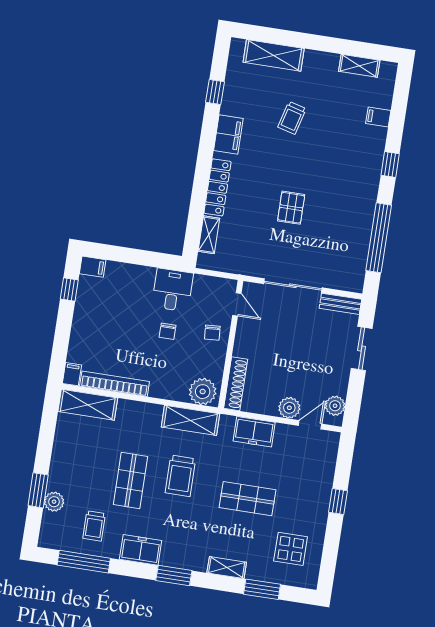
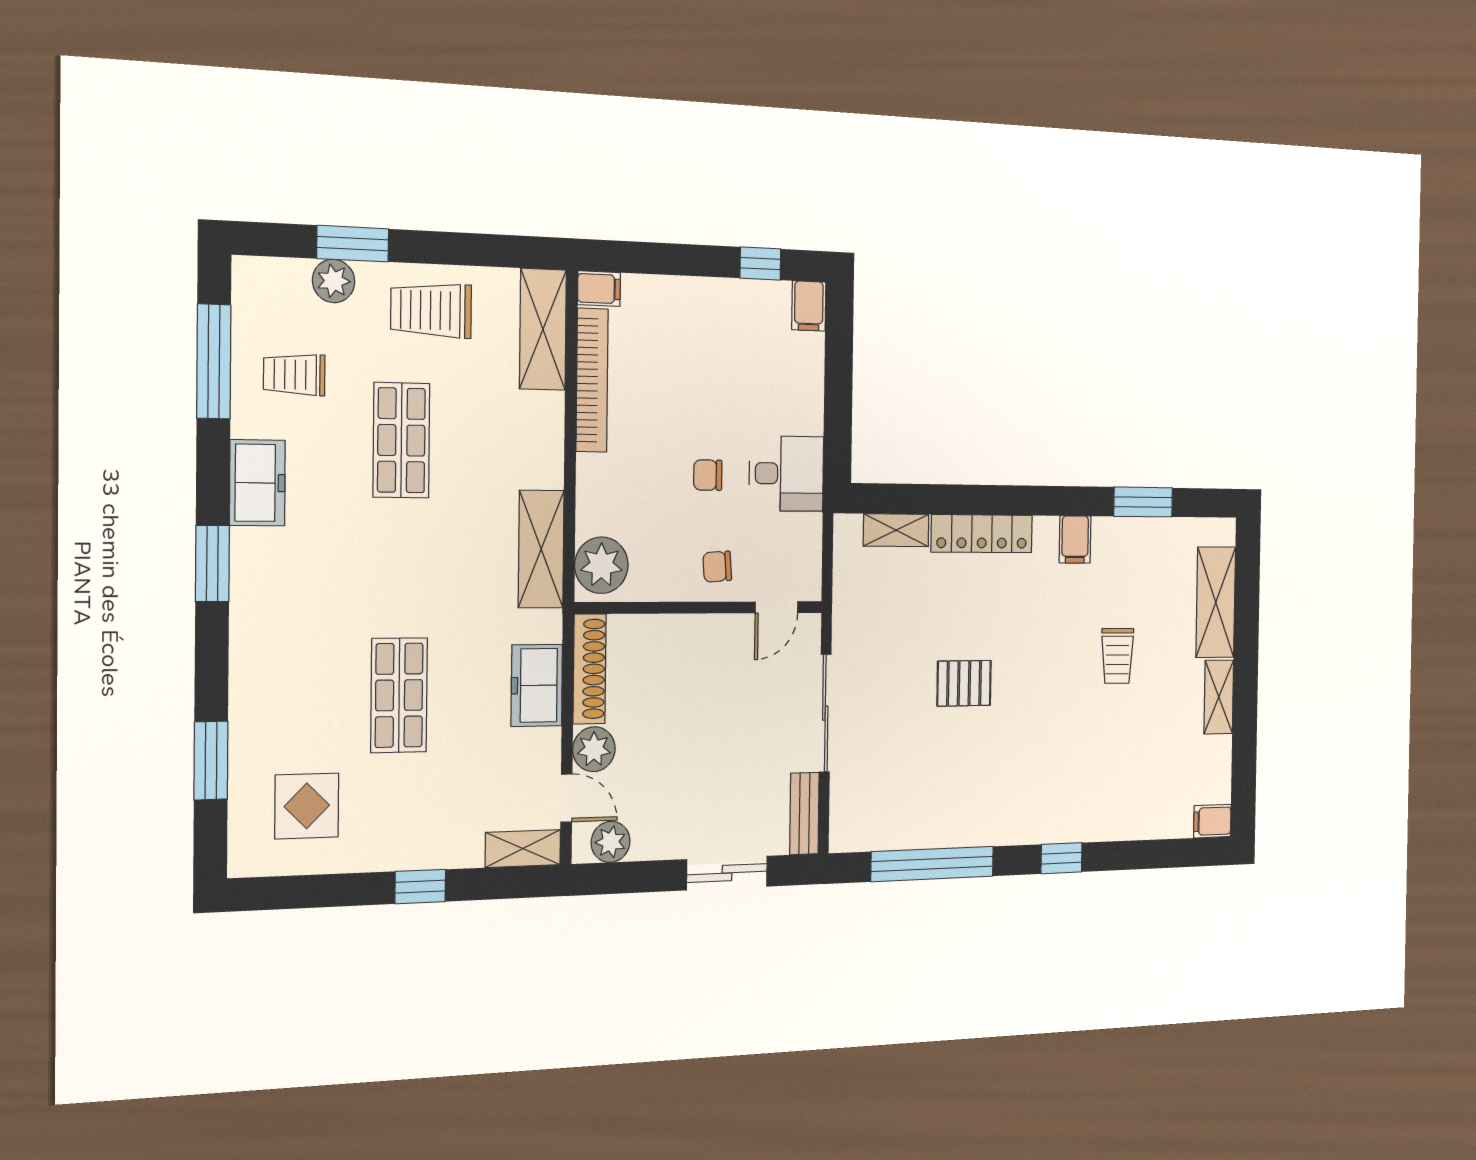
shelving: (359, 66) -> (1219, 697), moved
window: (215, 92) -> (1143, 502), width x1.50
filing cabinet: (378, 117) -> (1212, 821), moved, turned -90
trolley: (292, 118) -> (1117, 656), turned -105
filing cabinet: (228, 134) -> (1075, 539), width x0.50
shoe rack: (236, 384) -> (590, 669), moved, turned -90
trolley: (180, 476) -> (431, 310), moved
shop shelf: (130, 480) -> (401, 440), turned 90
shelving: (227, 568) -> (523, 848), moved, turned 90

